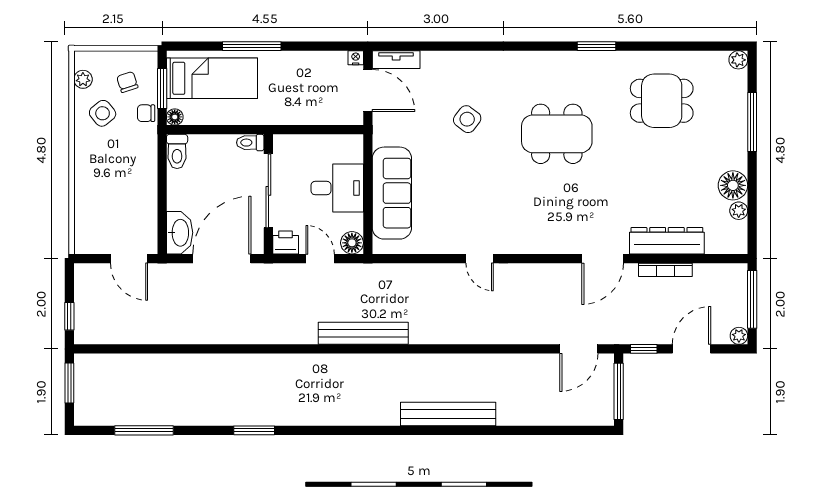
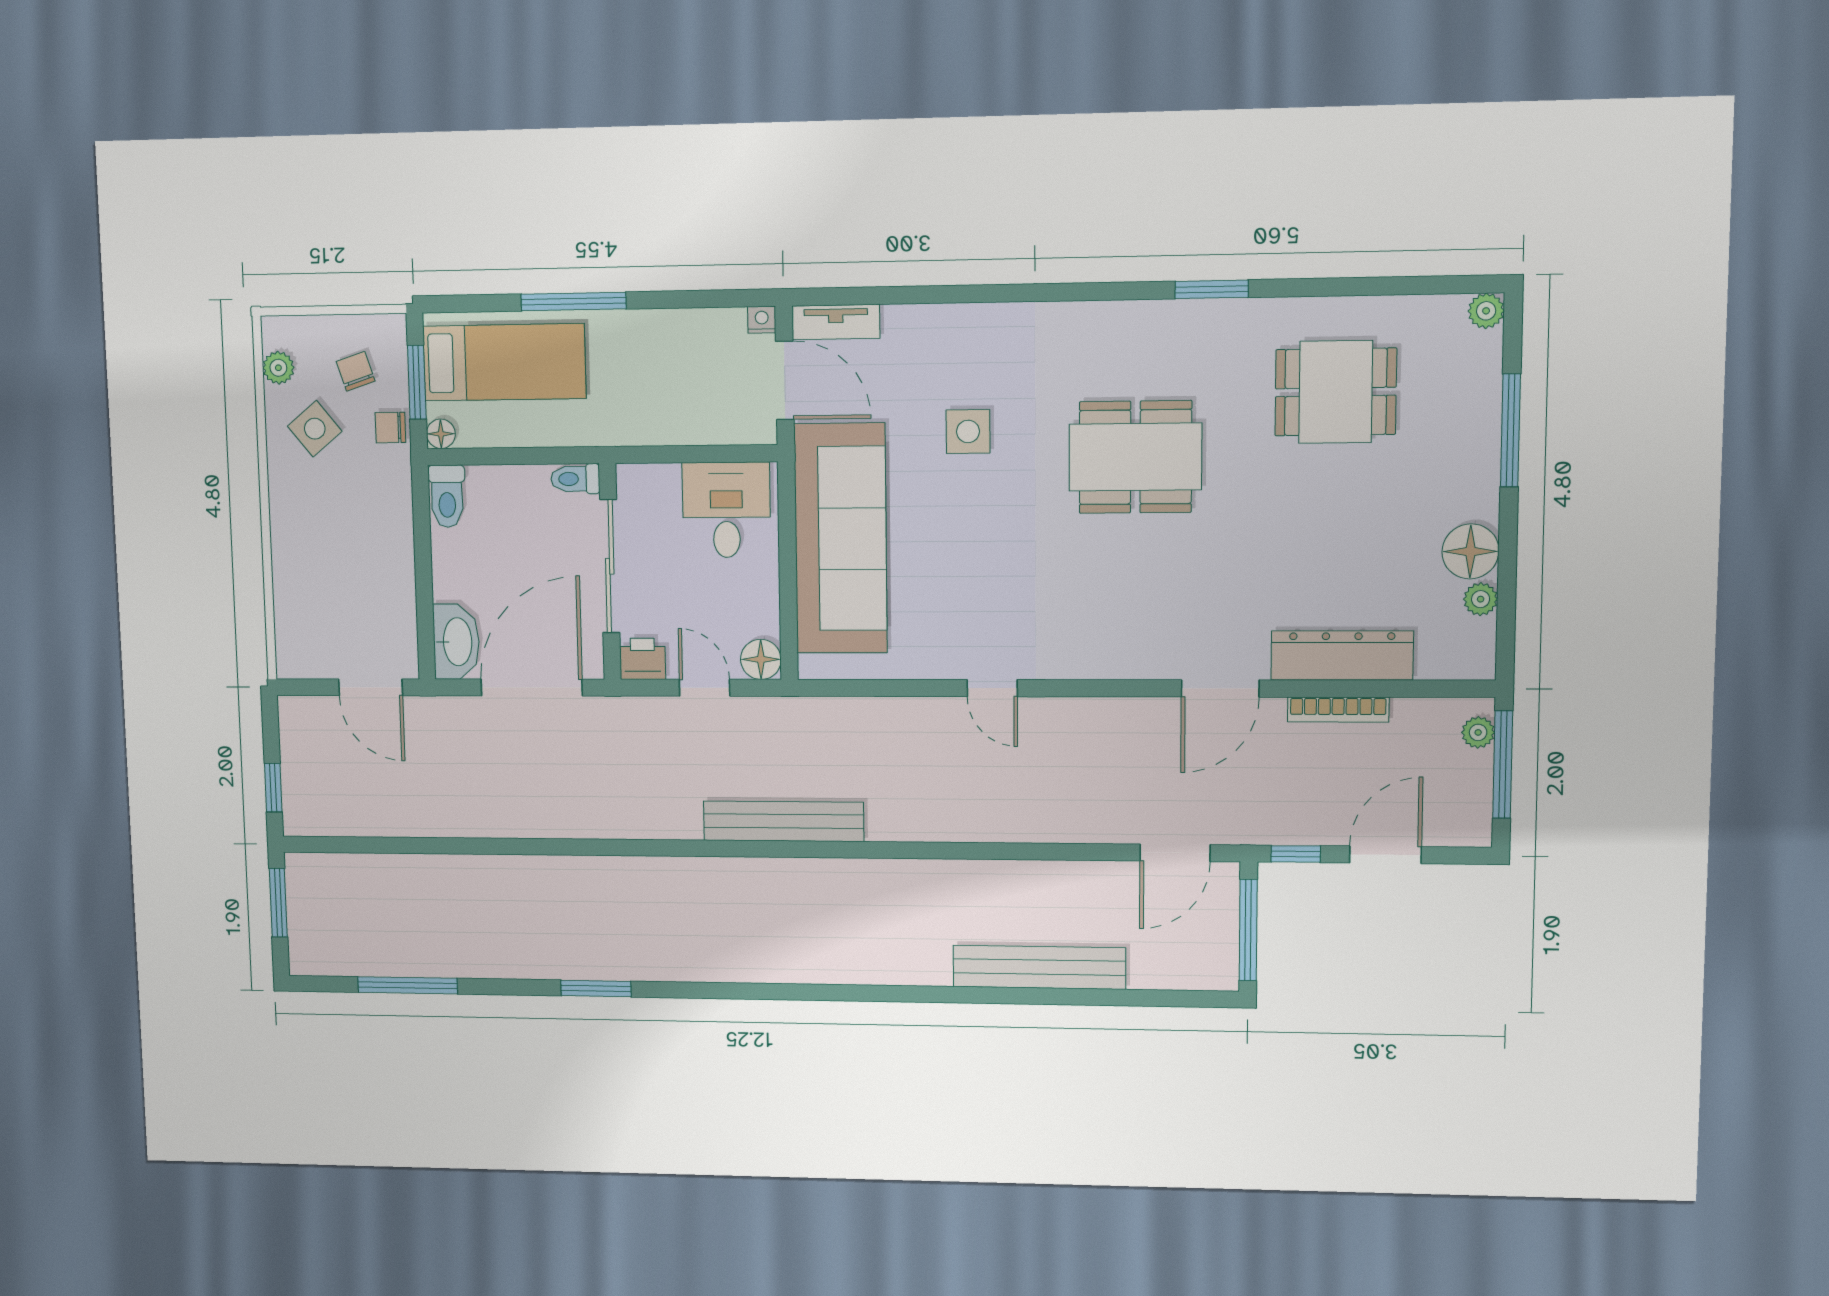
side table: (467, 119) -> (968, 431), turned -37
desk: (337, 188) -> (726, 510), moved, turned -90
sofa: (392, 193) -> (841, 539), width x1.36, depth x1.27
plant: (739, 336) -> (1478, 732), moved
bench: (448, 414) -> (1039, 967), moved

